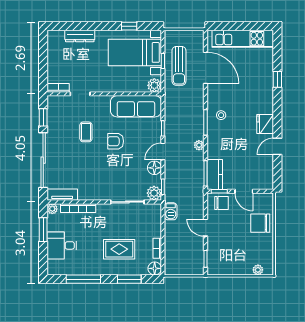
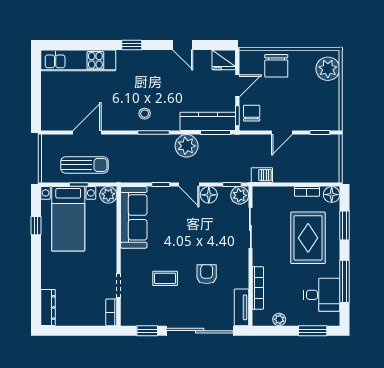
dresser: (80, 36) -> (48, 307), moved
kitchen unit: (243, 39) -> (78, 60), moved, turned 90
door: (206, 68) -> (87, 132), width x0.73
window: (277, 79) -> (132, 45), moved
fridge: (265, 124) -> (224, 60), moved
armchair: (116, 141) -> (207, 274), moved, turned 180
plant: (199, 145) -> (187, 146), width x1.88, depth x1.88
kitchen counter: (215, 175) -> (208, 121), width x1.50
plant: (52, 209) -> (279, 319), moved
window: (43, 230) -> (313, 331), moved
desk: (62, 245) -> (322, 295), moved, turned -90
rug: (119, 249) -> (308, 238), width x1.36, depth x1.43
plant: (258, 270) -> (328, 69), width x1.87, depth x1.87

